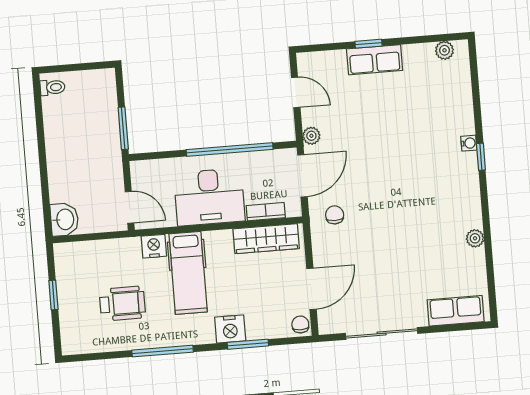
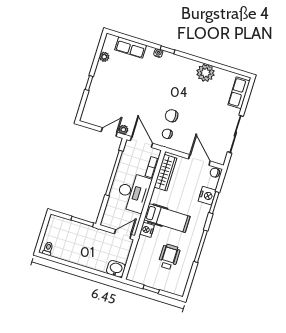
plant: (444, 50) -> (104, 57), moved
row of seats: (375, 60) -> (131, 47), moved, turned 90
door: (296, 92) -> (109, 132), moved
chair: (369, 210) -> (172, 116), added
plant: (475, 238) -> (206, 73), width x1.88, depth x1.88
nightstand: (230, 329) -> (207, 196), moved

